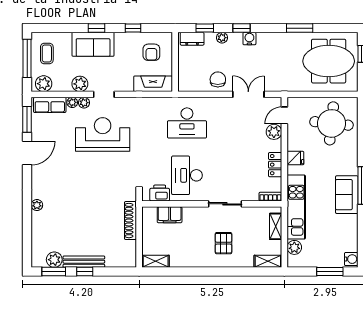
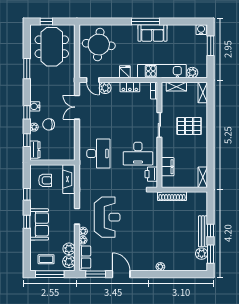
chair: (218, 79) -> (49, 124), moved
plant: (80, 84) -> (69, 249), moved
reception desk: (103, 134) -> (107, 217), turned 180
pallet: (223, 243) -> (189, 126), width x1.50, depth x1.42

